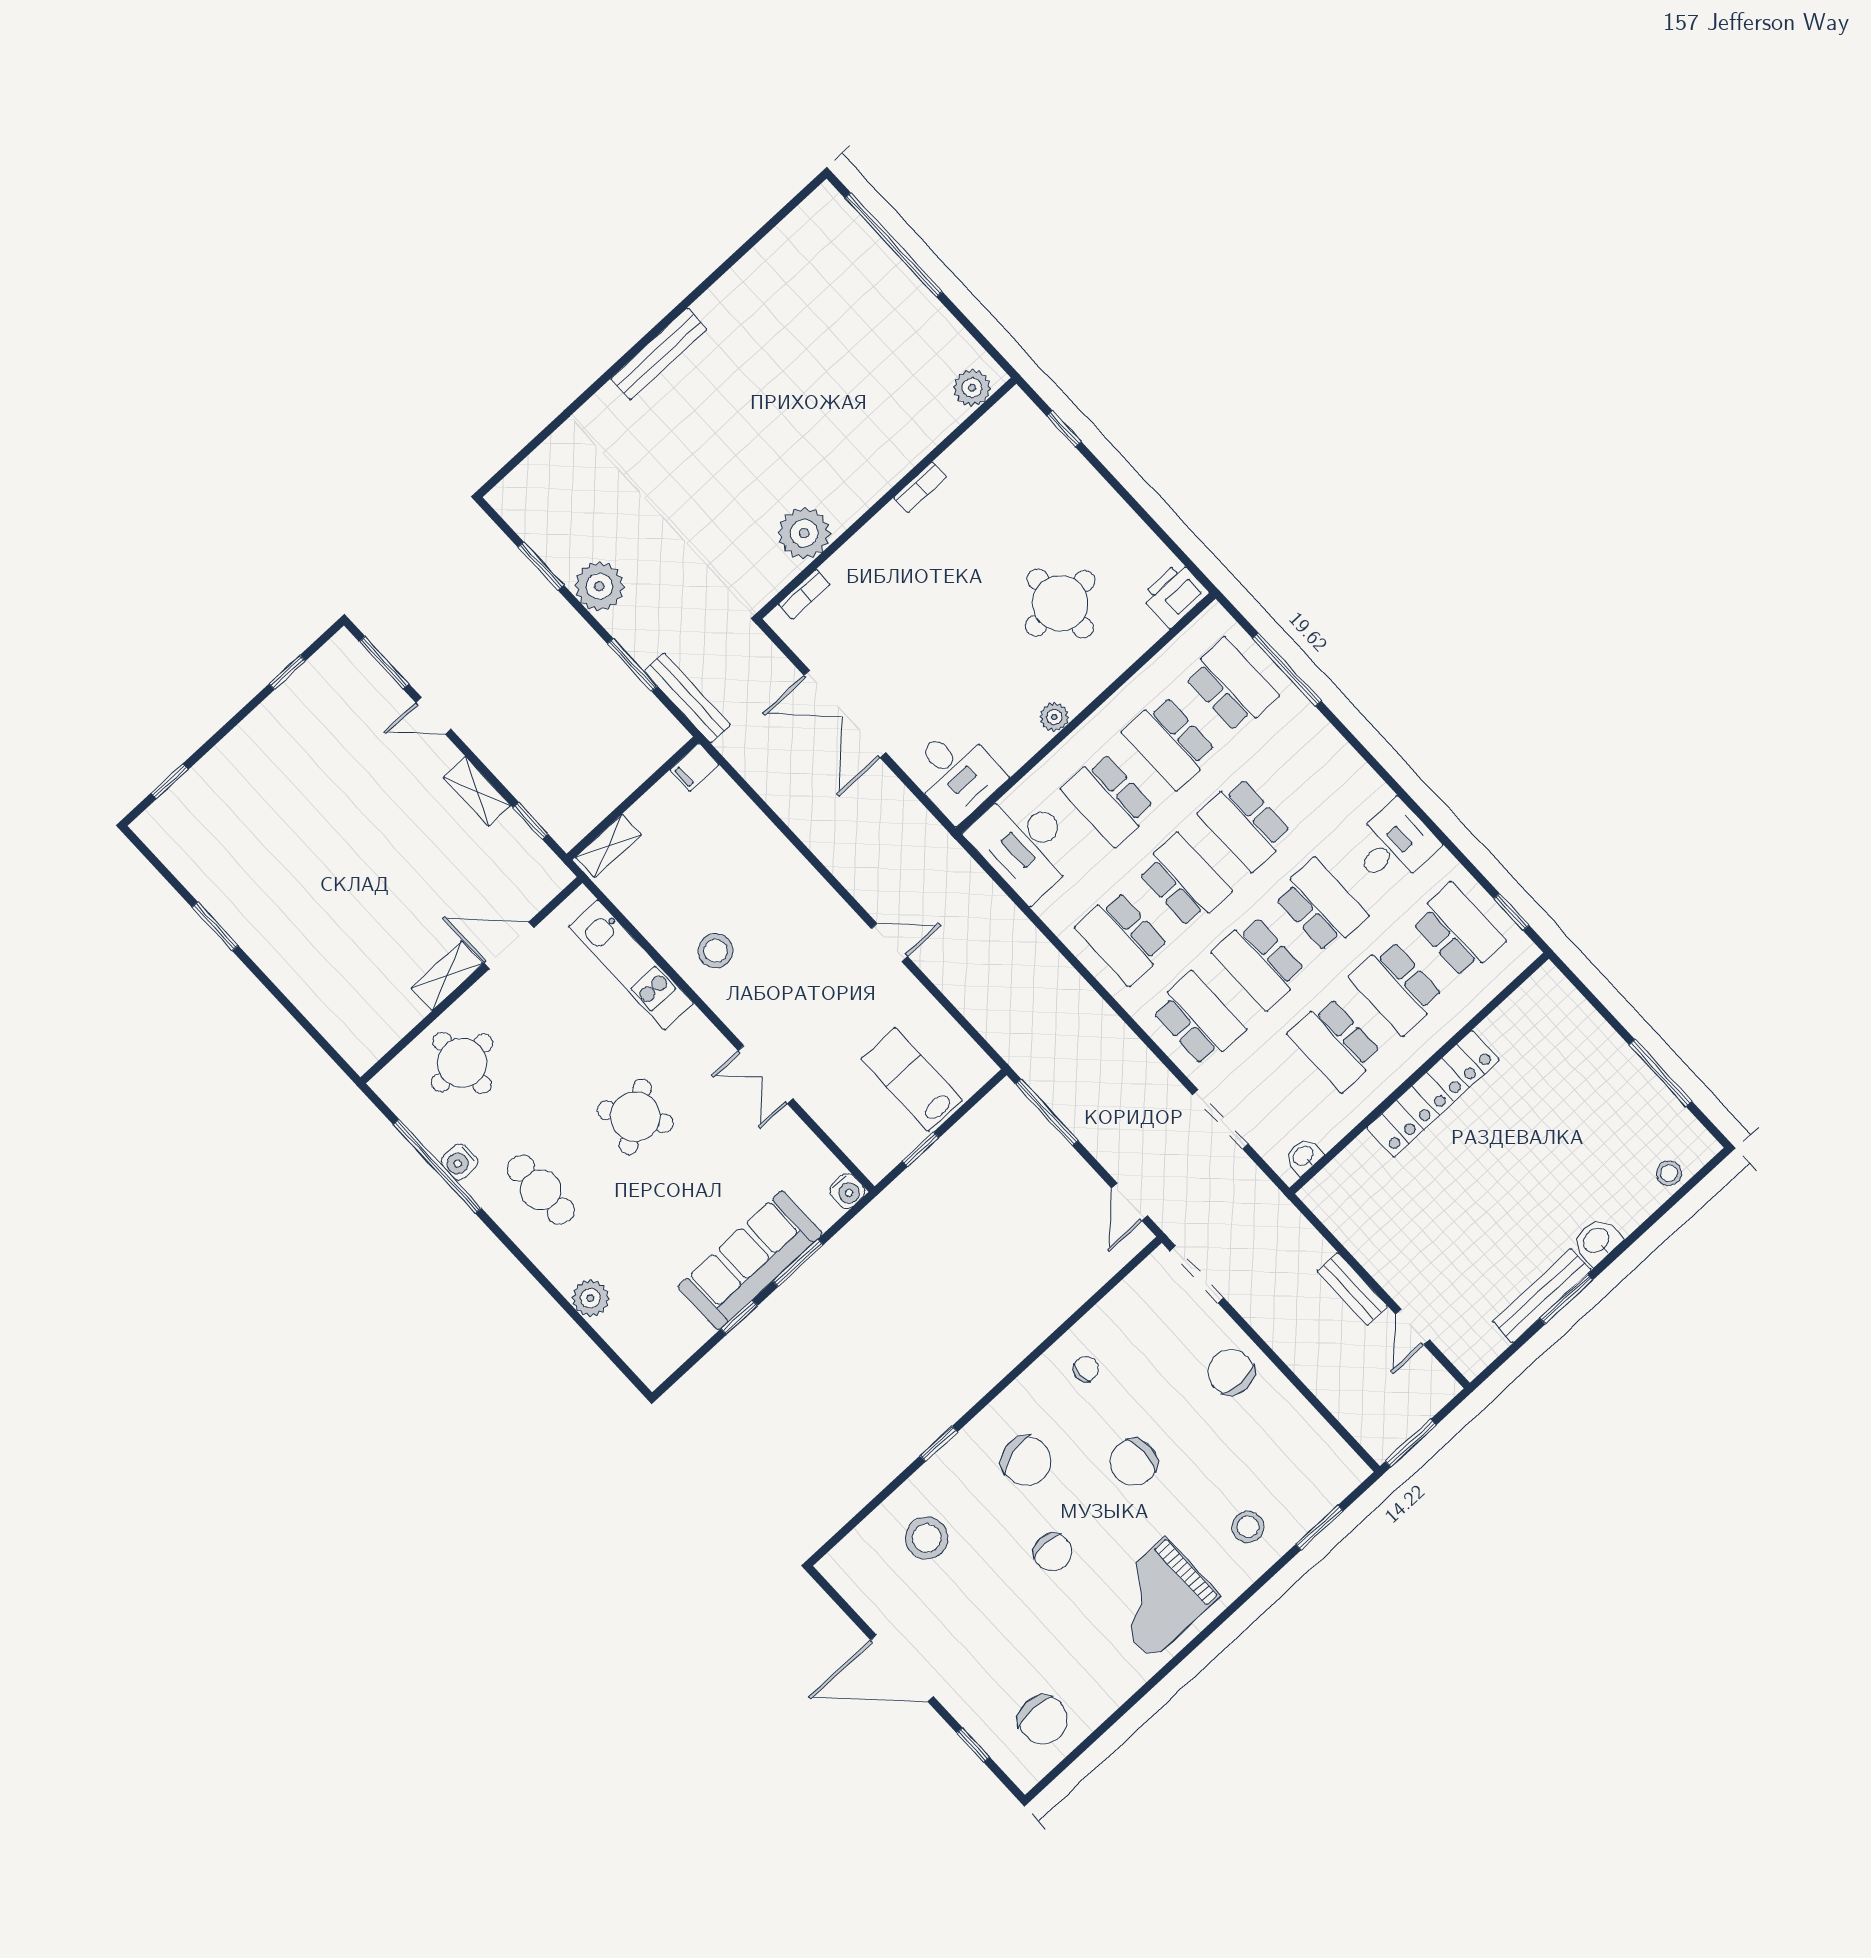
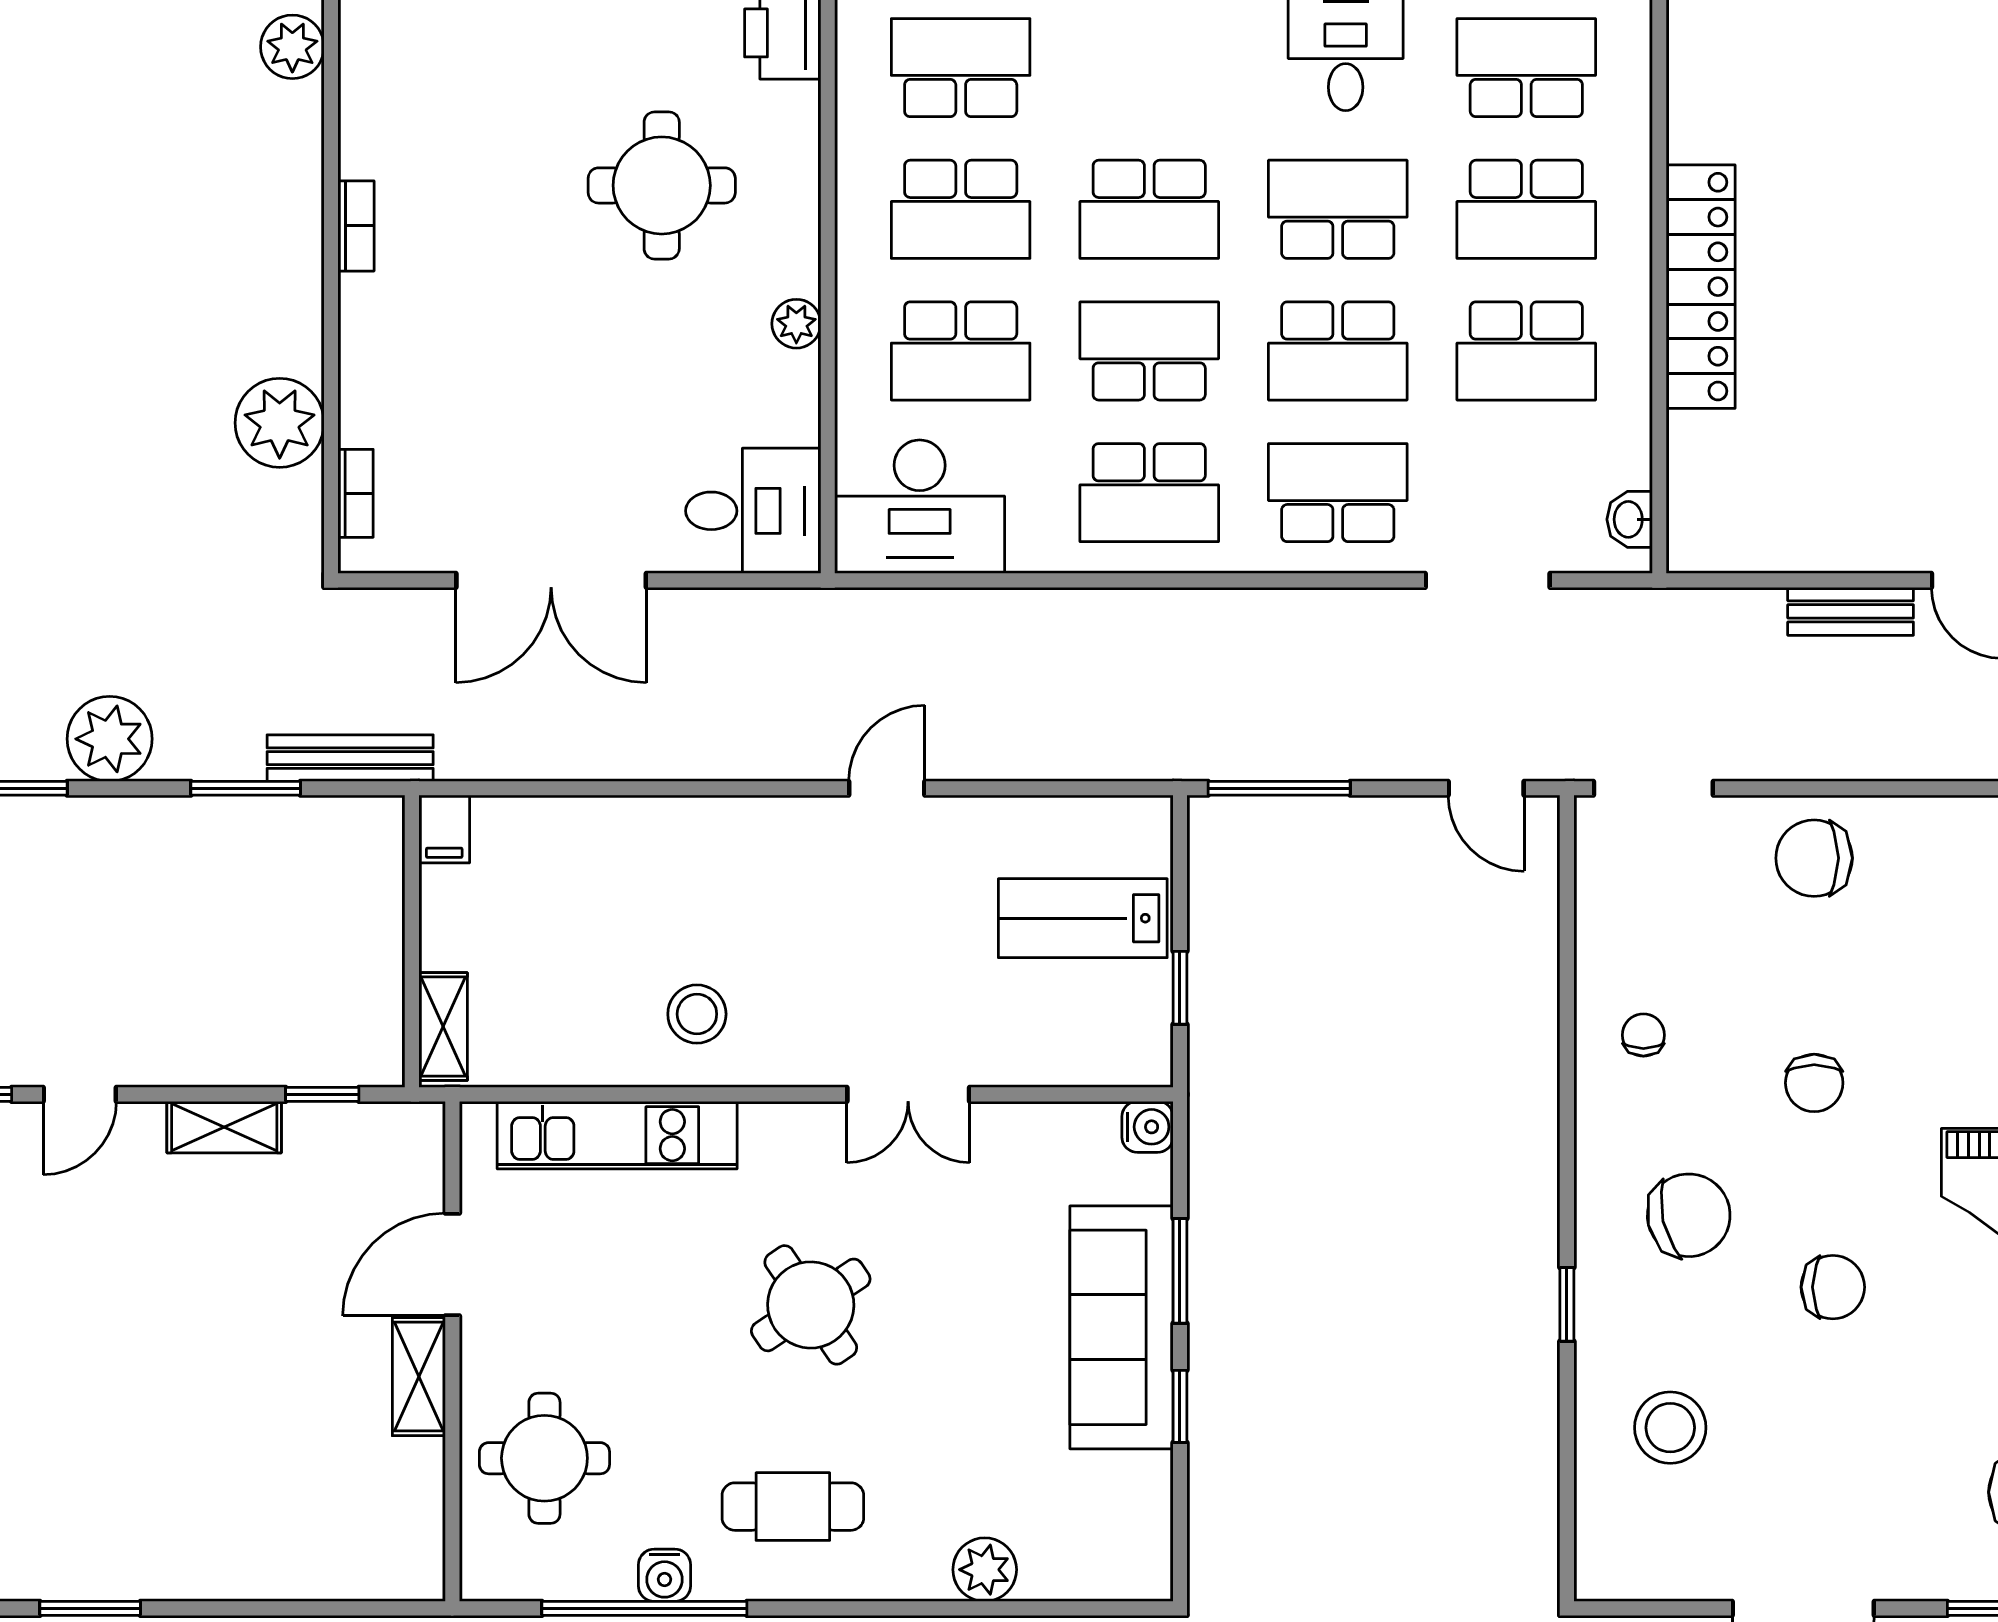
chair: (1134, 1462) -> (1814, 1083), width x0.73, depth x0.73

